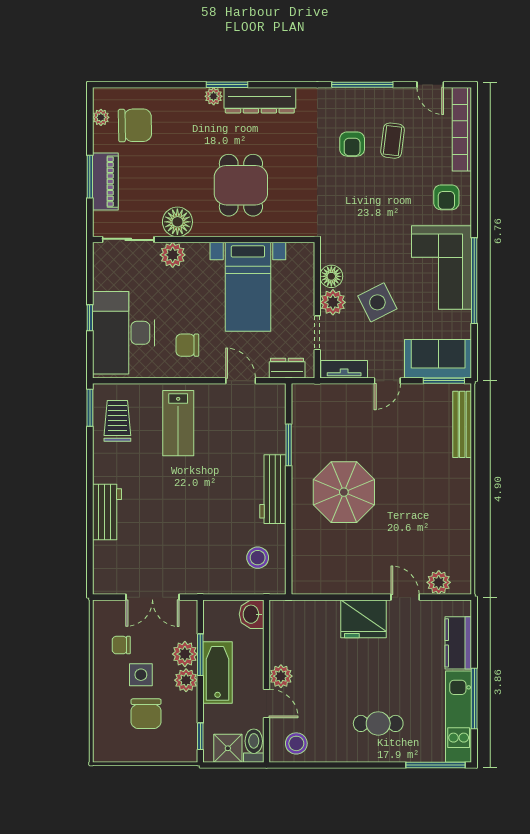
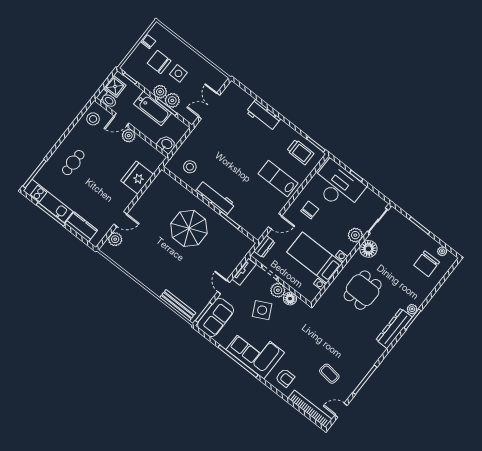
armchair: (352, 144) -> (342, 354), removed
piano: (105, 182) -> (412, 231), removed
dining table: (241, 185) -> (363, 290), turned 90
armchair: (446, 197) -> (285, 378), turned 180
fridge: (364, 619) -> (137, 178), moved
chair: (121, 645) -> (149, 42), moved

